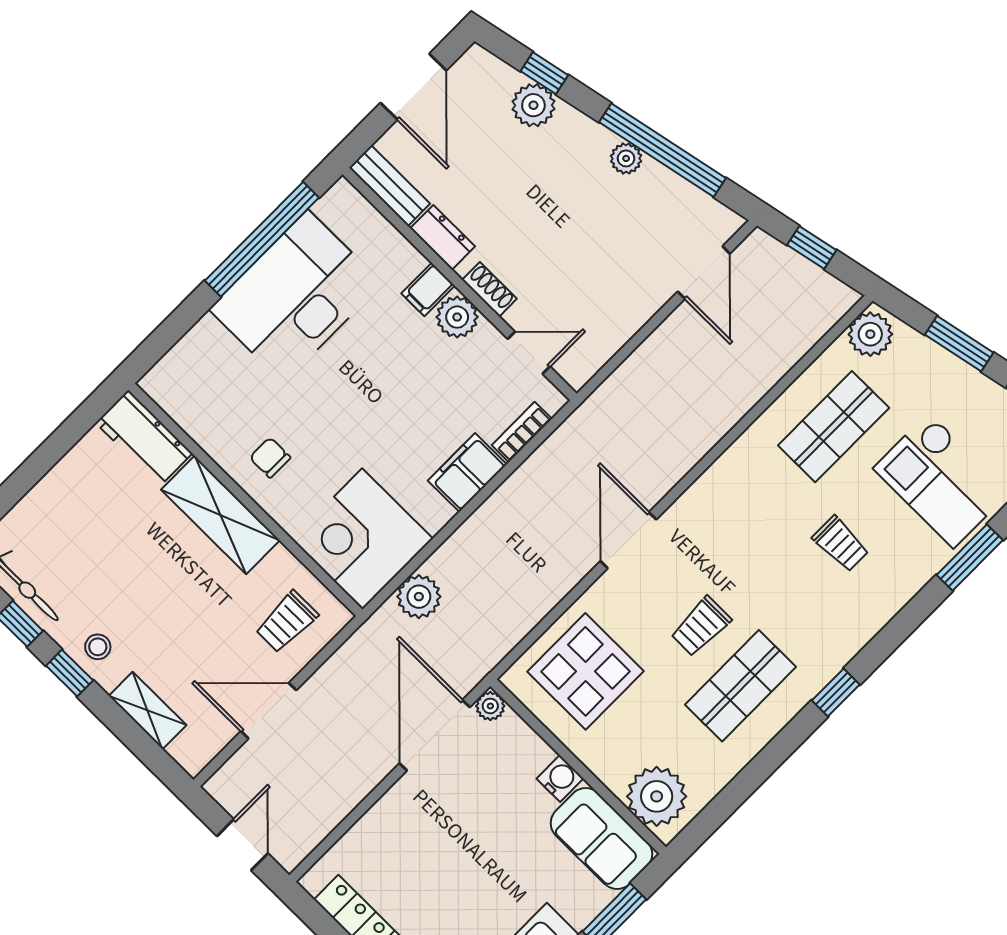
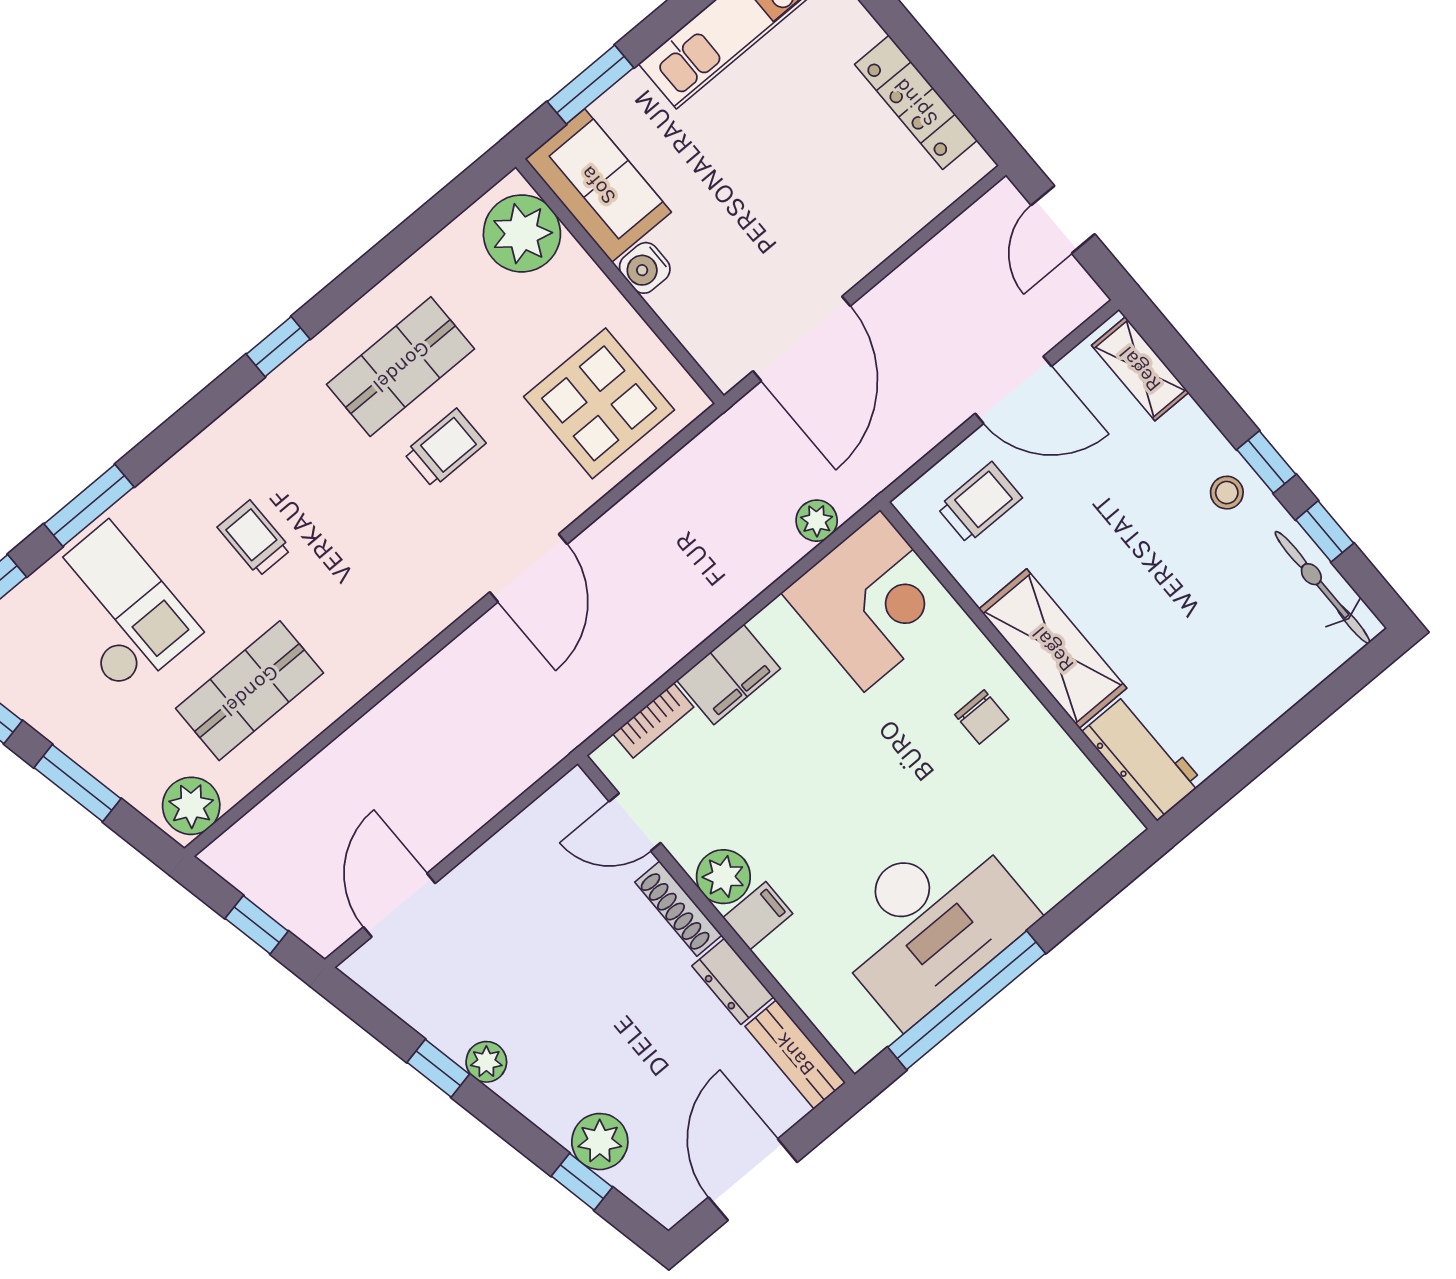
window: (662, 150) -> (438, 1068), width x0.32
shoe rack: (489, 289) -> (678, 909), width x1.43
plant: (419, 597) -> (817, 521), width x0.73, depth x0.73
plant: (490, 706) -> (726, 370), removed
shelving: (148, 711) -> (1140, 369), moved

